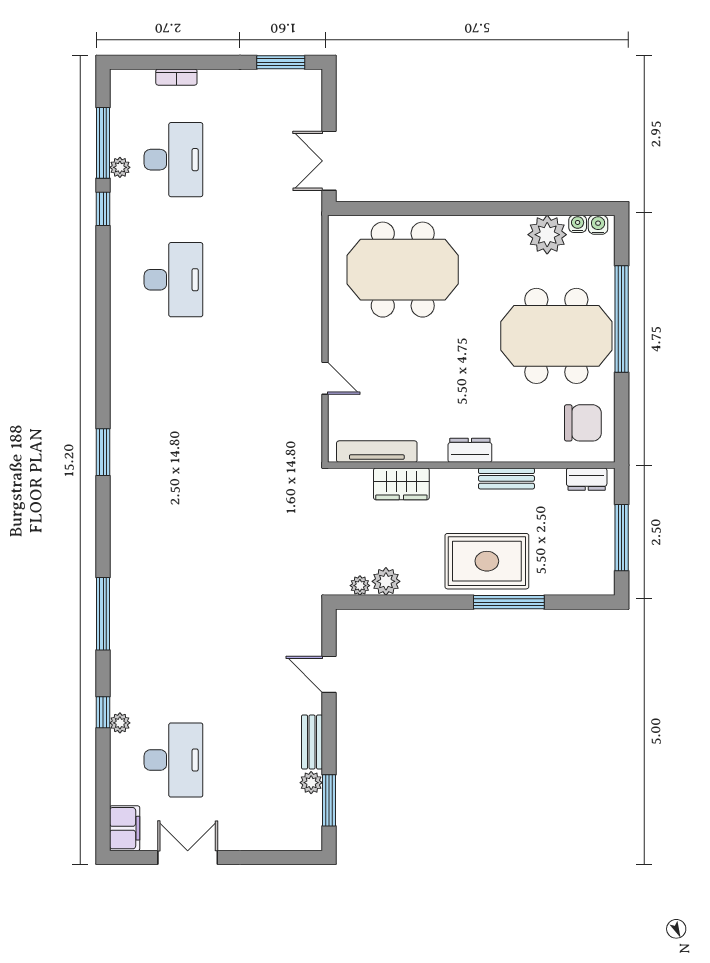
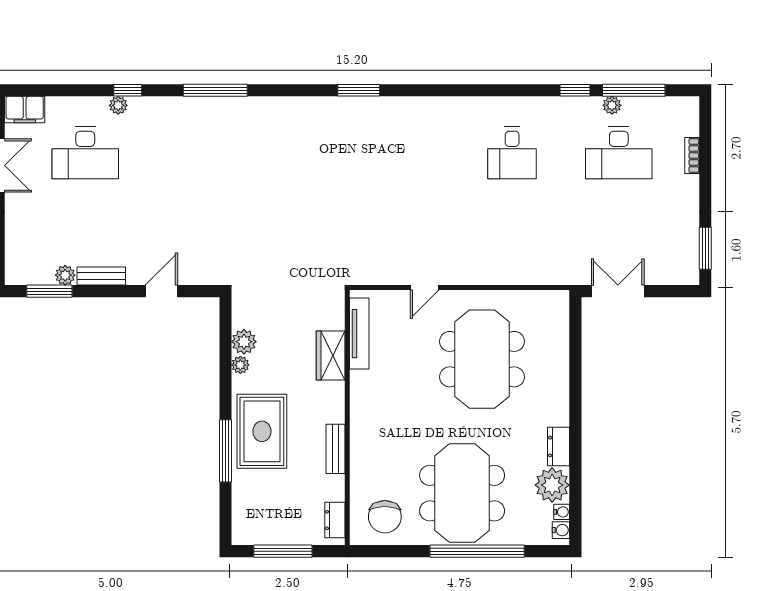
meeting table: (403, 270) -> (482, 359), moved
desk: (173, 280) -> (512, 153), width x0.73
dresser: (470, 450) -> (559, 446), moved, turned 180
plant: (360, 586) -> (240, 365), moved

